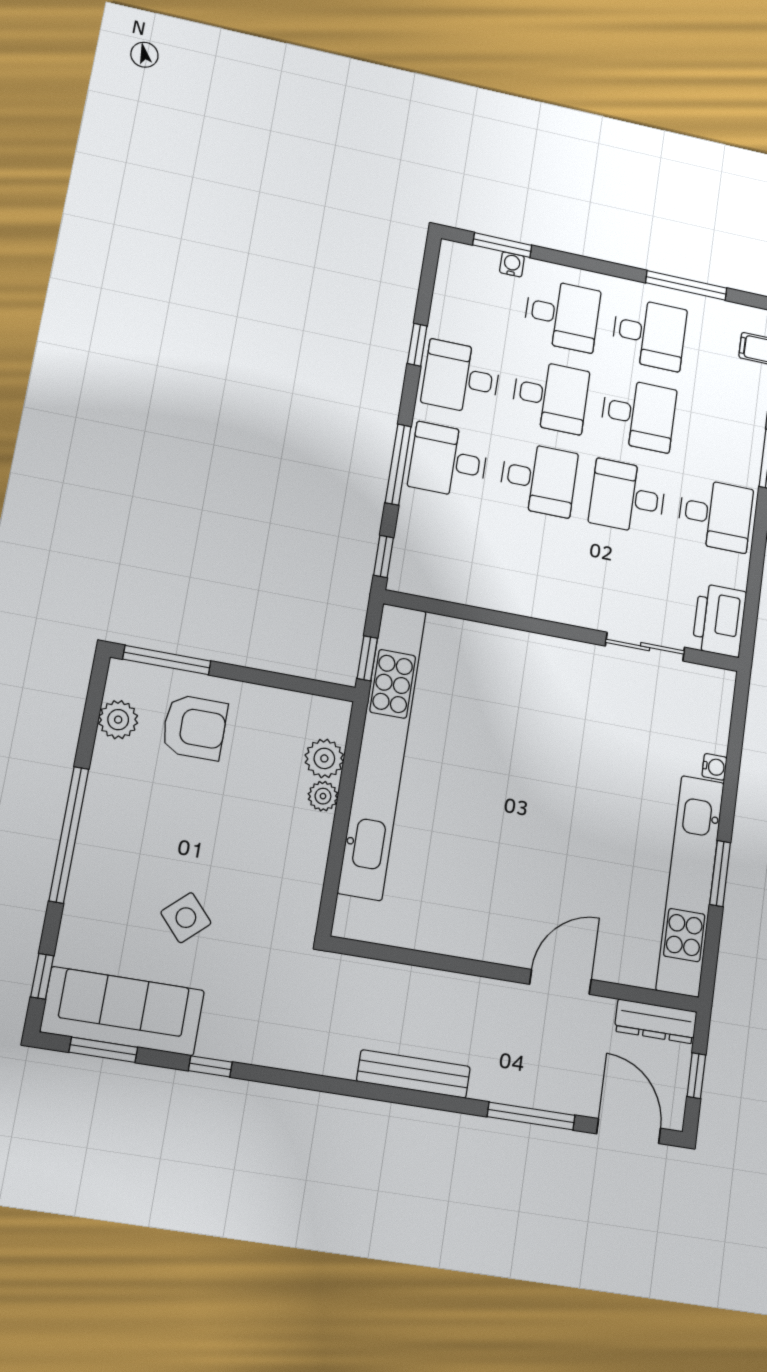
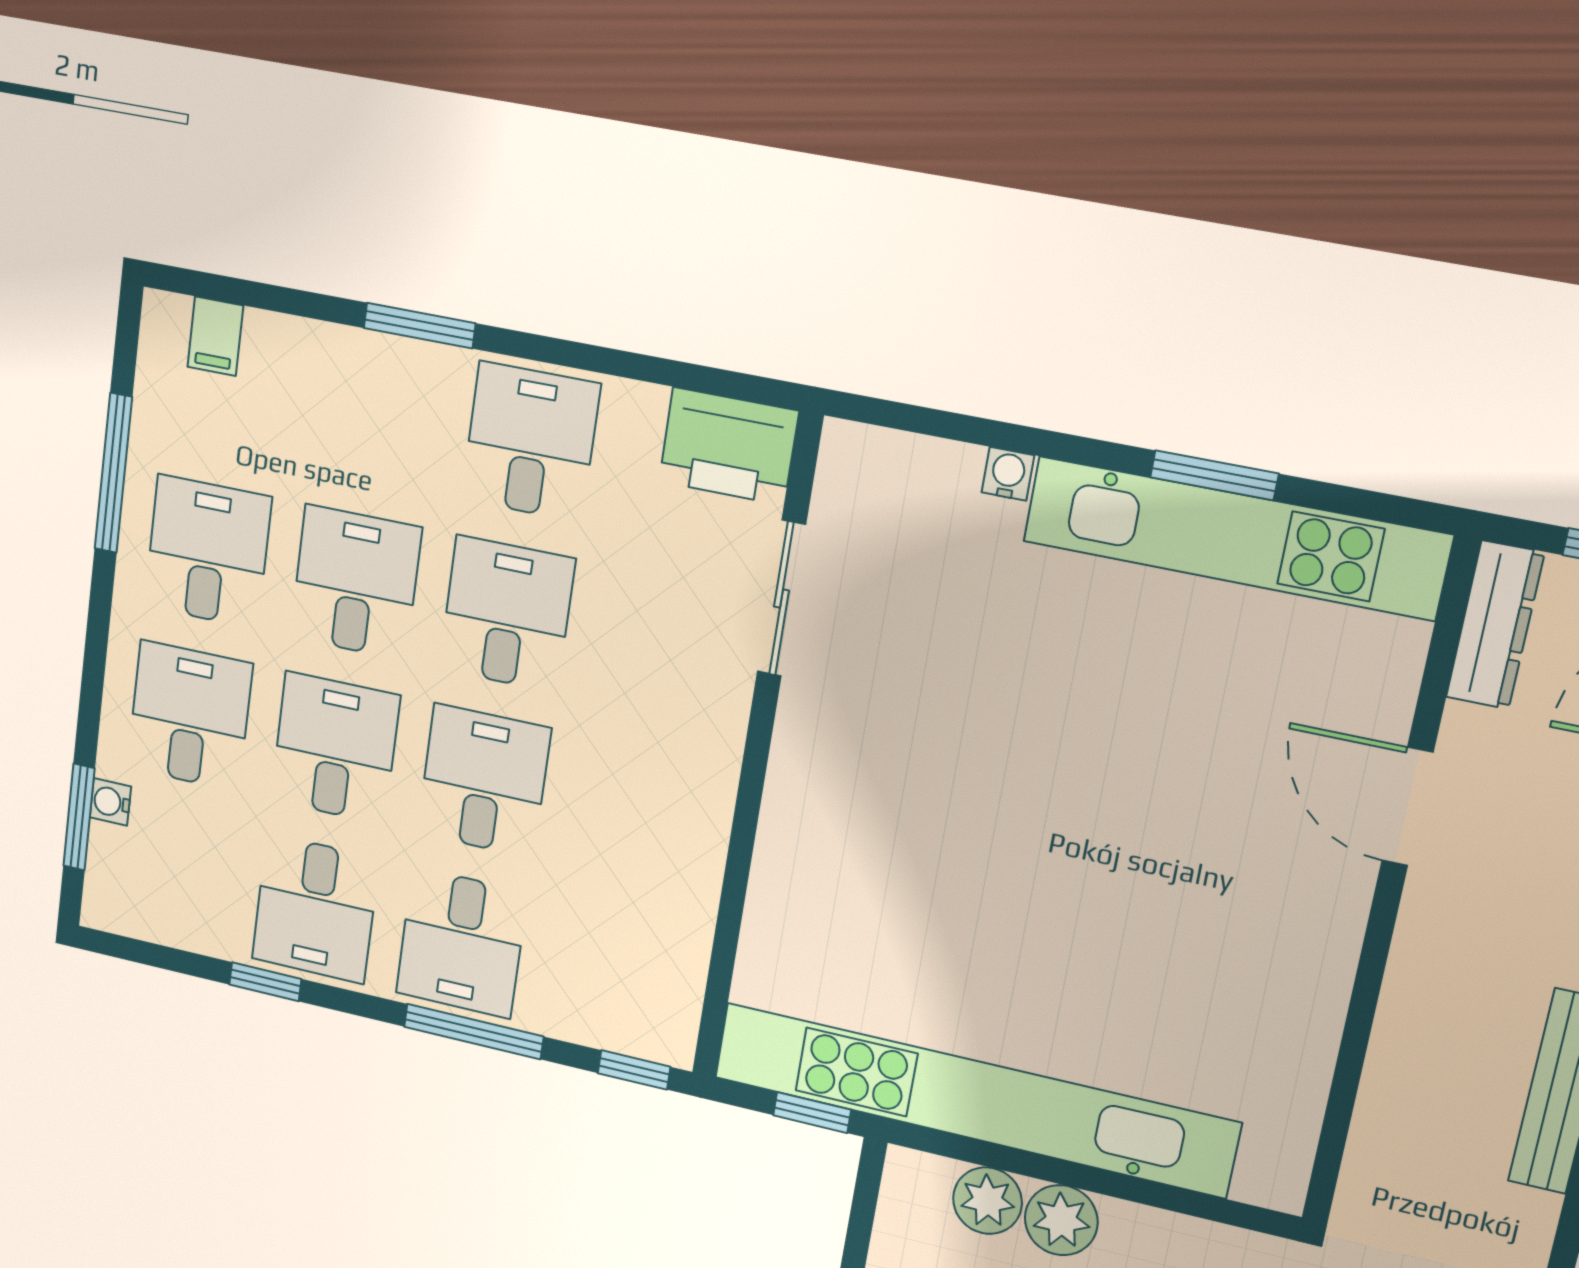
desk: (628, 497) -> (507, 614), turned 180
plant: (323, 796) -> (1061, 1220), width x1.38, depth x1.38

